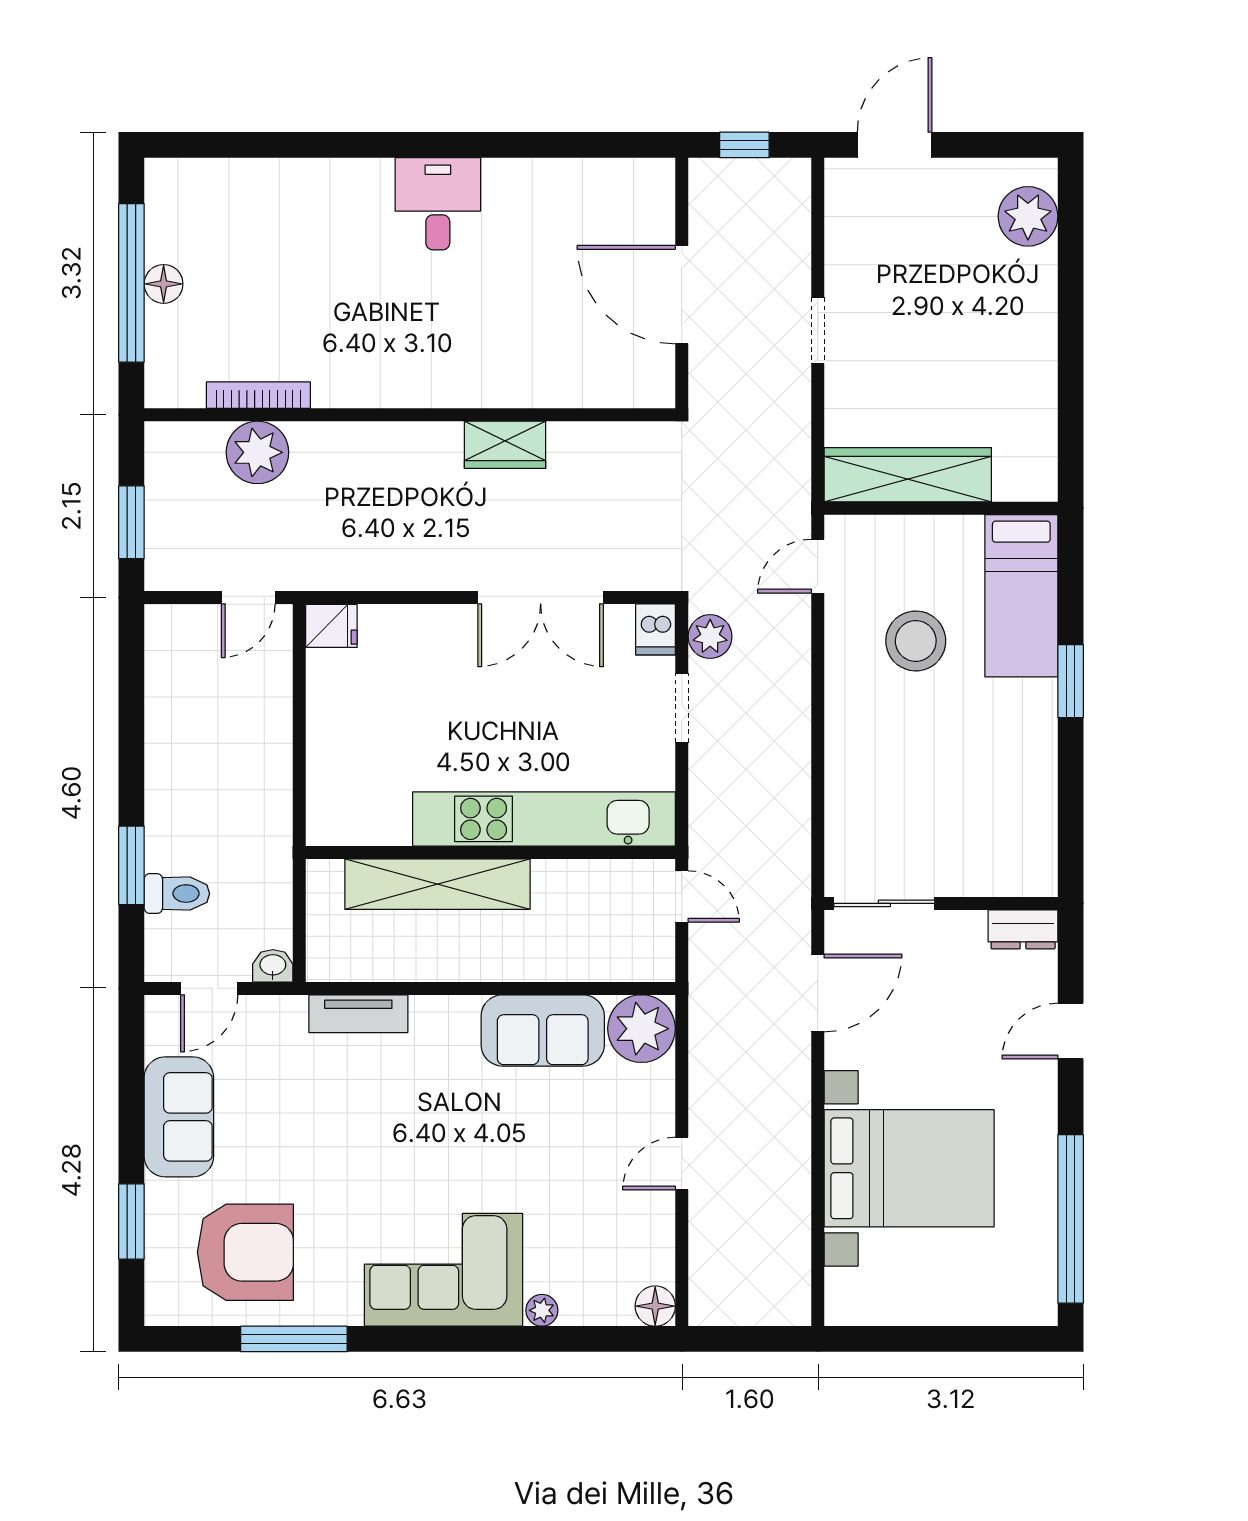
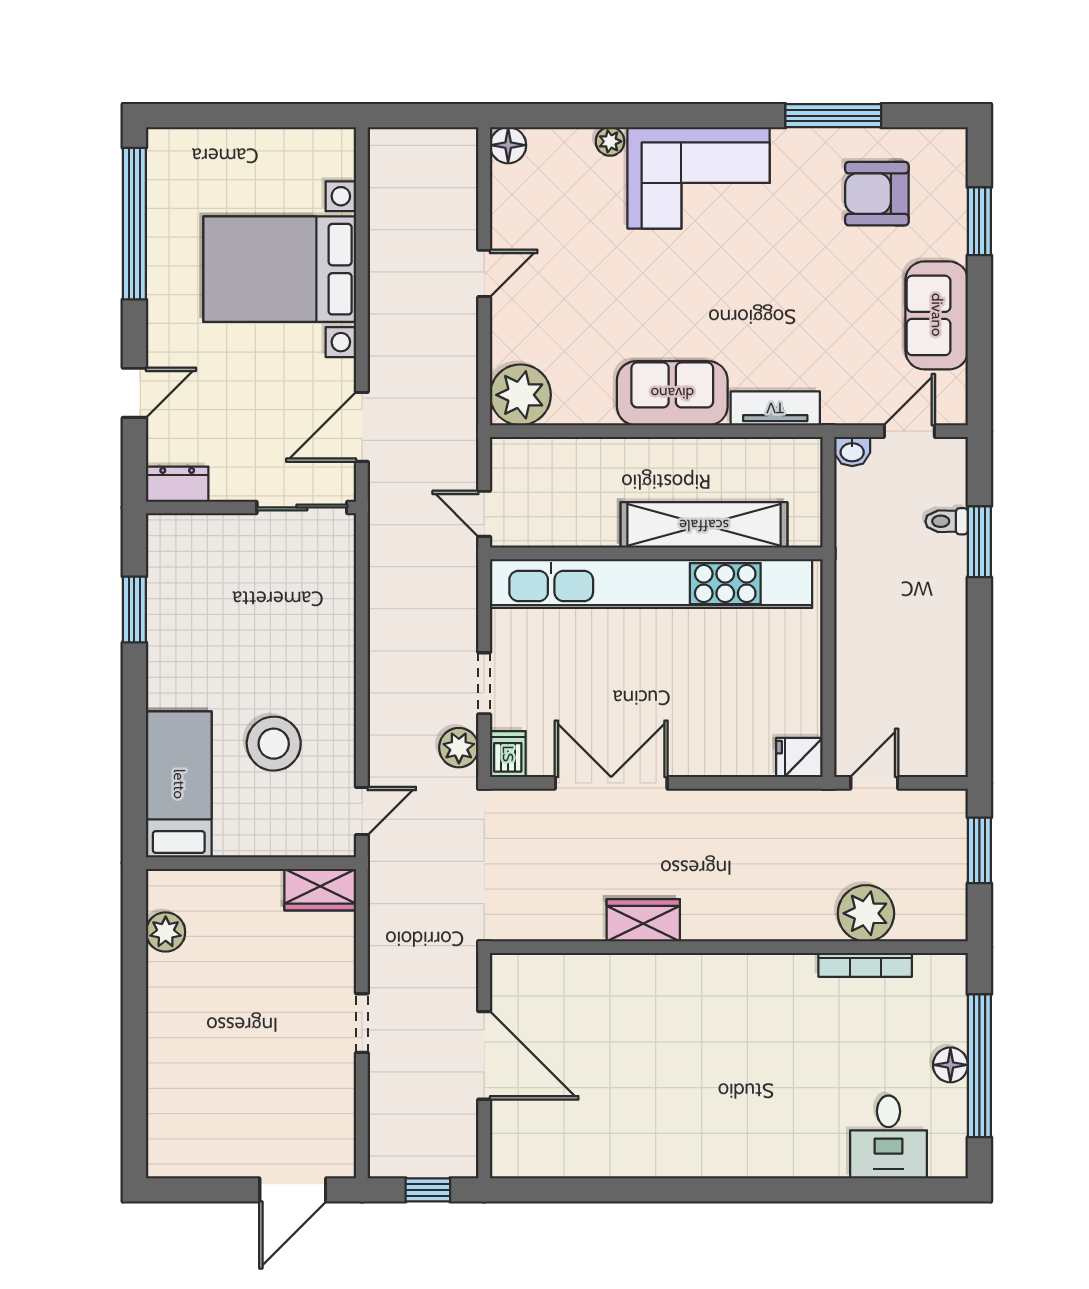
desk: (438, 204) -> (888, 1137), moved
plant: (1028, 216) -> (166, 932), moved, width x0.73, depth x0.73
wardrobe: (908, 475) -> (320, 890), width x0.48, depth x0.85
window: (1071, 681) -> (134, 609), moved
kitchen unit: (544, 819) -> (651, 584), width x1.36
toilet: (177, 894) -> (947, 521), width x0.73, depth x0.72
sofa: (543, 1030) -> (672, 393), moved
armchair: (245, 1252) -> (877, 194), width x0.73, depth x0.73

